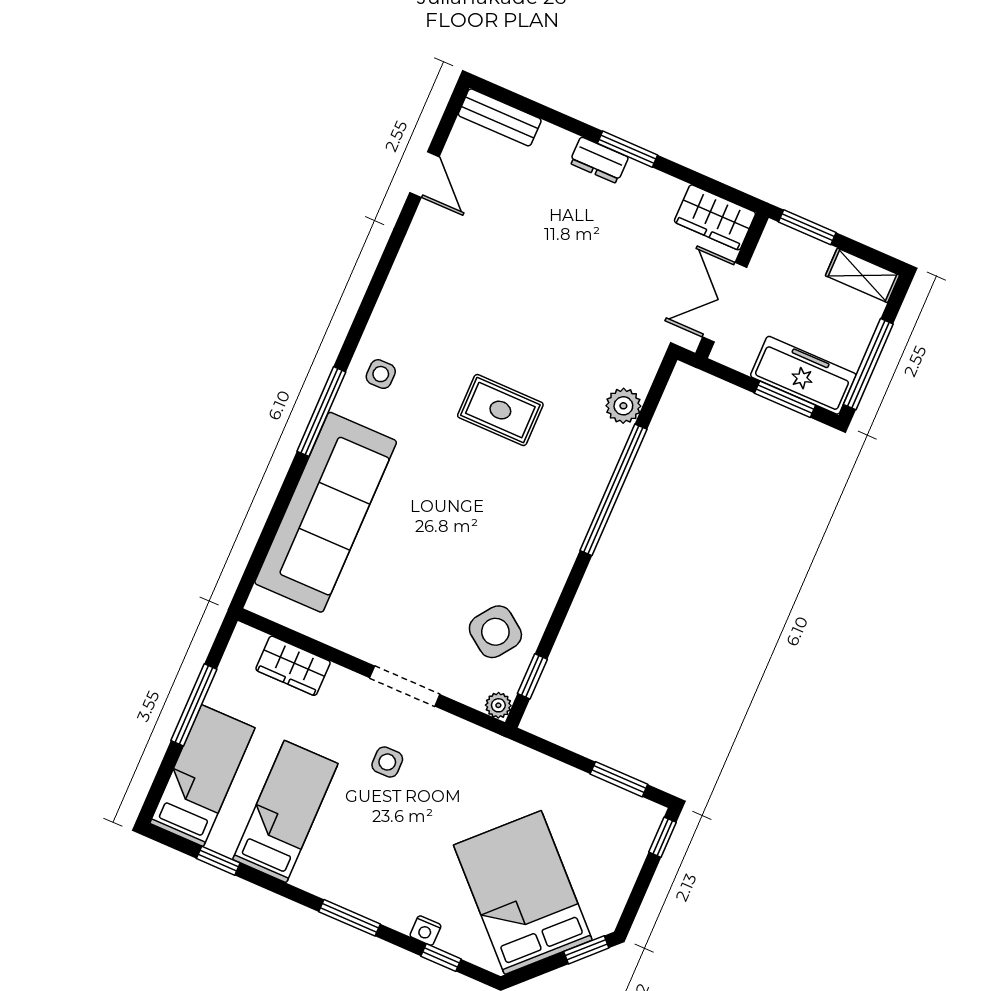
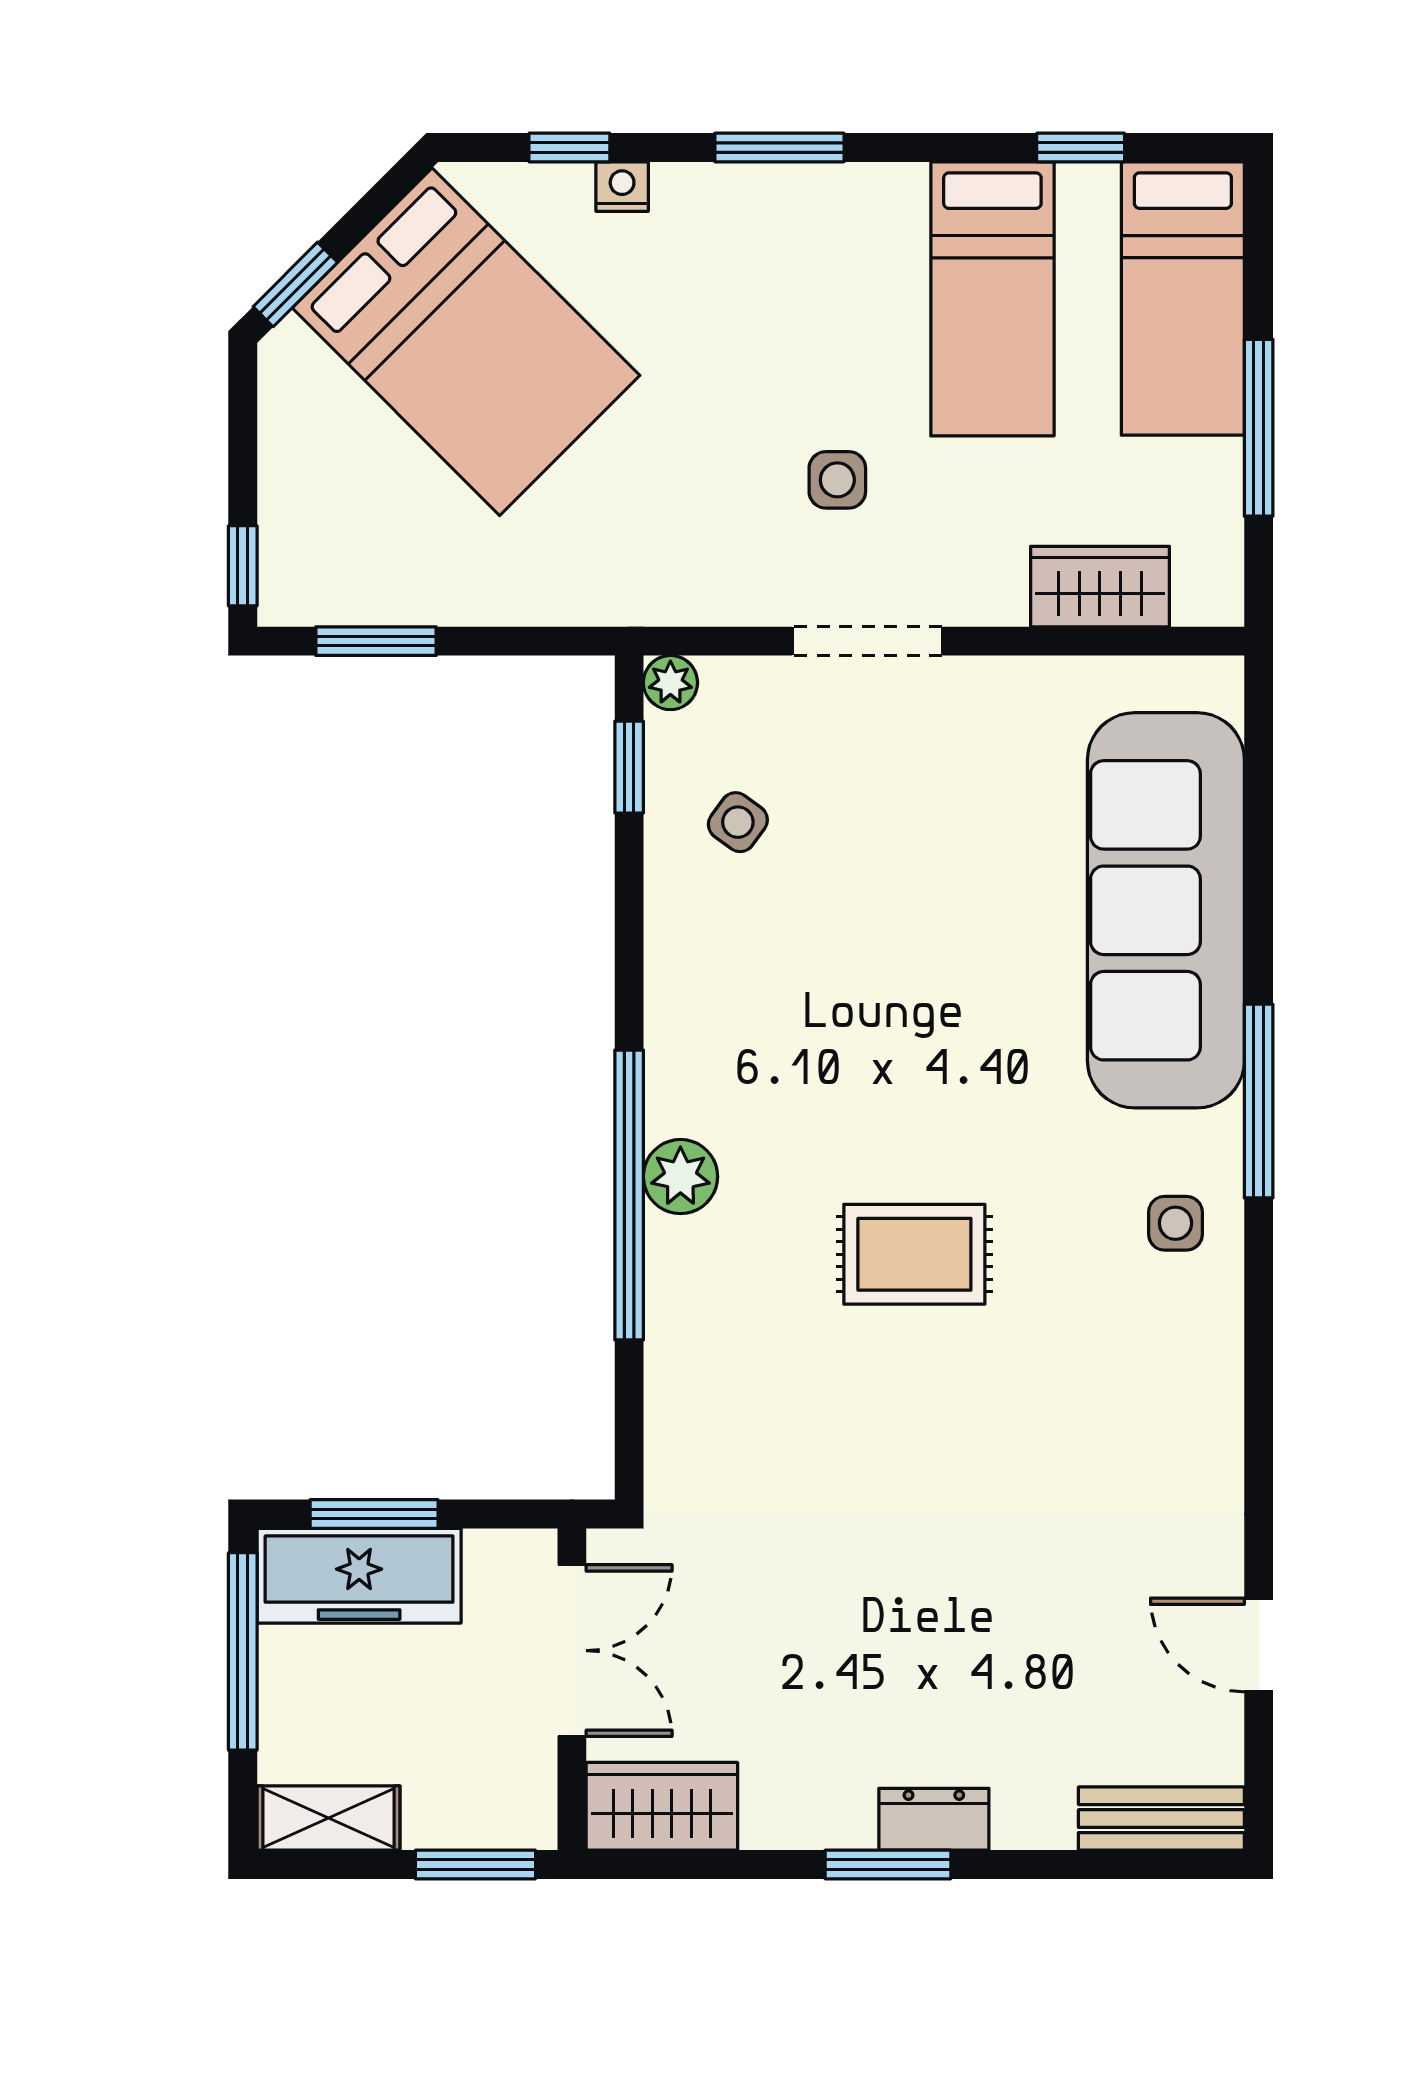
plant: (623, 406) -> (680, 1177), moved
side table: (495, 632) -> (738, 822), width x0.54, depth x0.54

